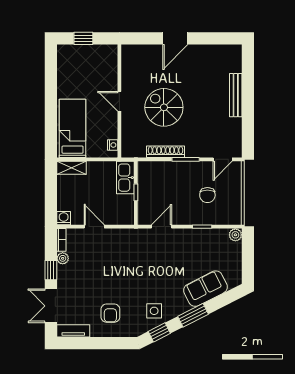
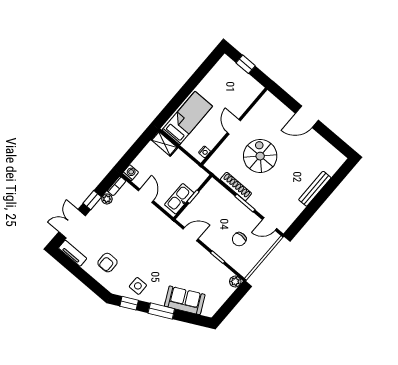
kitchen sink: (125, 178) -> (179, 199), moved

